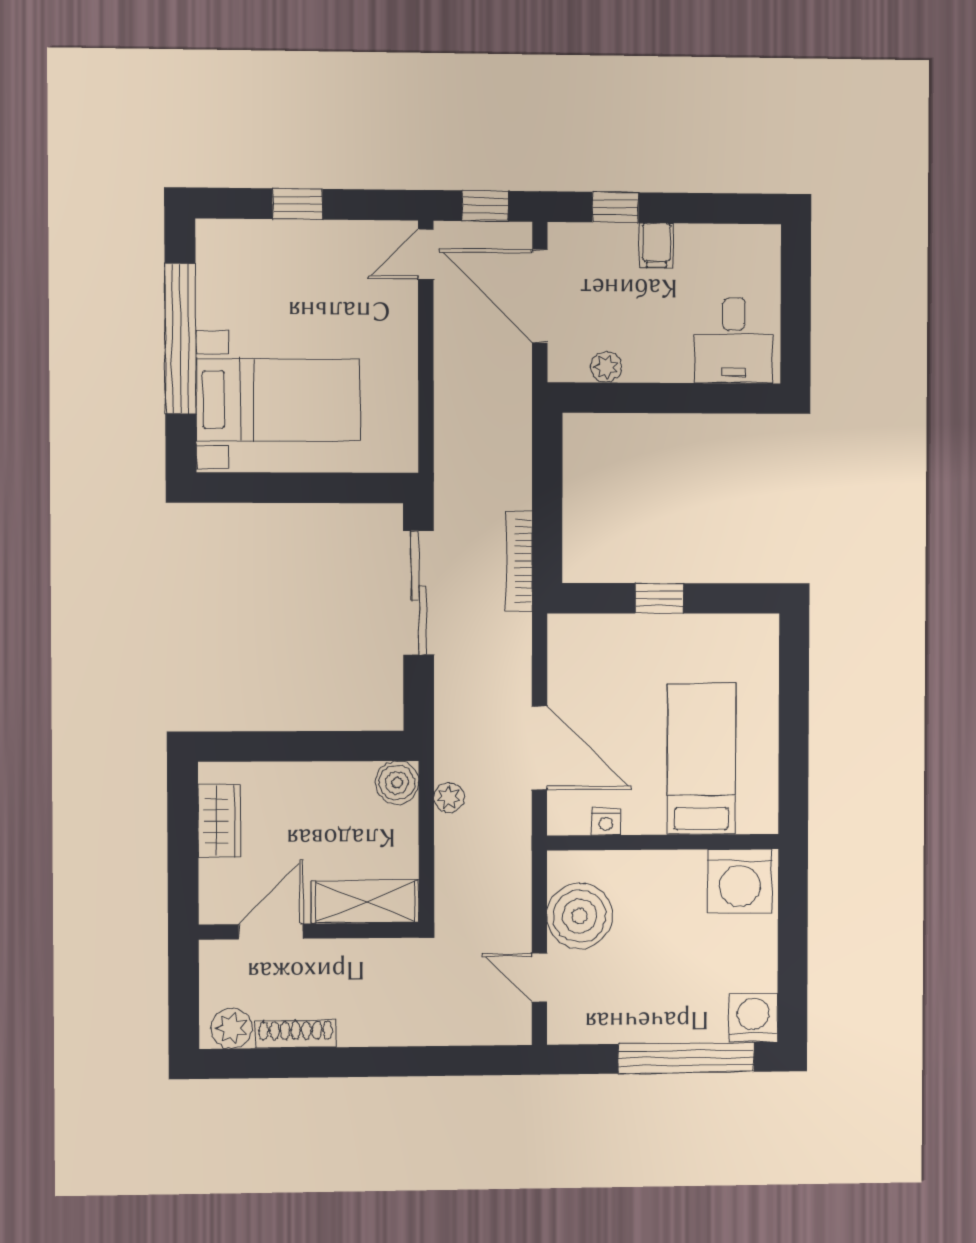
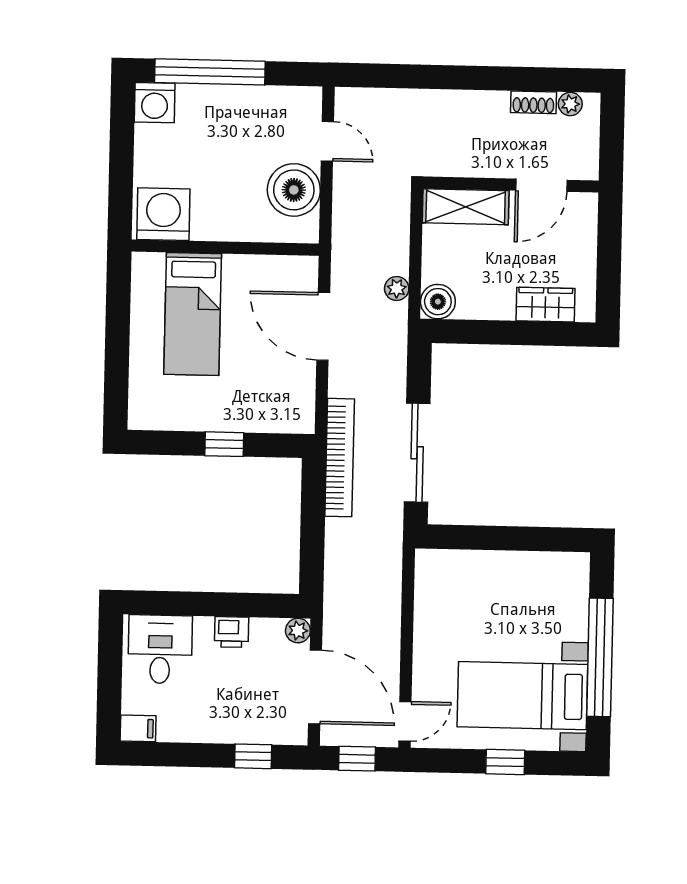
filing cabinet: (656, 245) -> (138, 728), moved, turned 90
printer: (646, 364) -> (232, 632), added
plant: (606, 367) -> (298, 631), moved
bed with nightstands: (278, 400) -> (522, 696), moved
bookcase: (519, 561) -> (340, 458), width x1.48, depth x1.31
wardrobe: (219, 821) -> (545, 305), moved, turned 90
nightstand: (606, 822) -> (271, 266), removed
plant: (232, 1028) -> (570, 104), width x0.73, depth x0.73
shoe rack: (296, 1034) -> (533, 102), width x0.70

